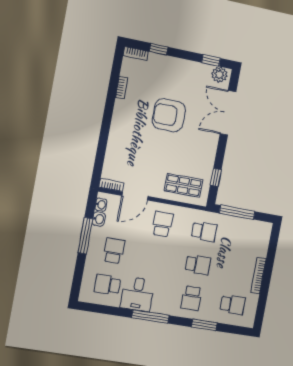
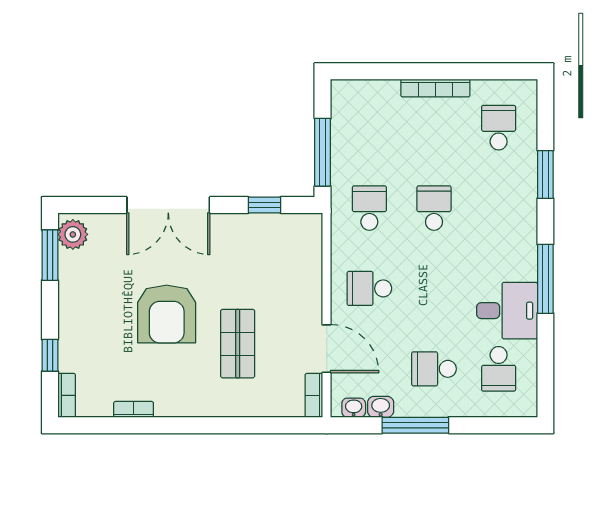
window: (211, 60) -> (50, 255), width x1.50
double door: (228, 113) -> (168, 205), moved
shop shelf: (183, 185) -> (238, 344), moved
school desk: (192, 298) -> (499, 208), removed

